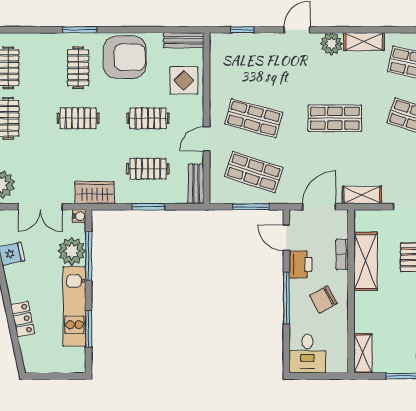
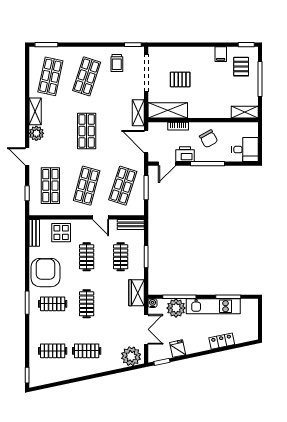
shop shelf: (254, 64) -> (50, 186), added
shelving: (366, 261) -> (168, 110), moved

